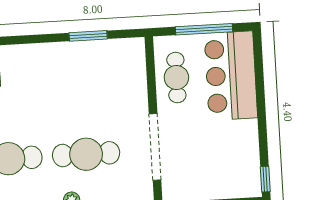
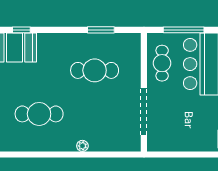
cafe table: (86, 154) -> (95, 70), moved

